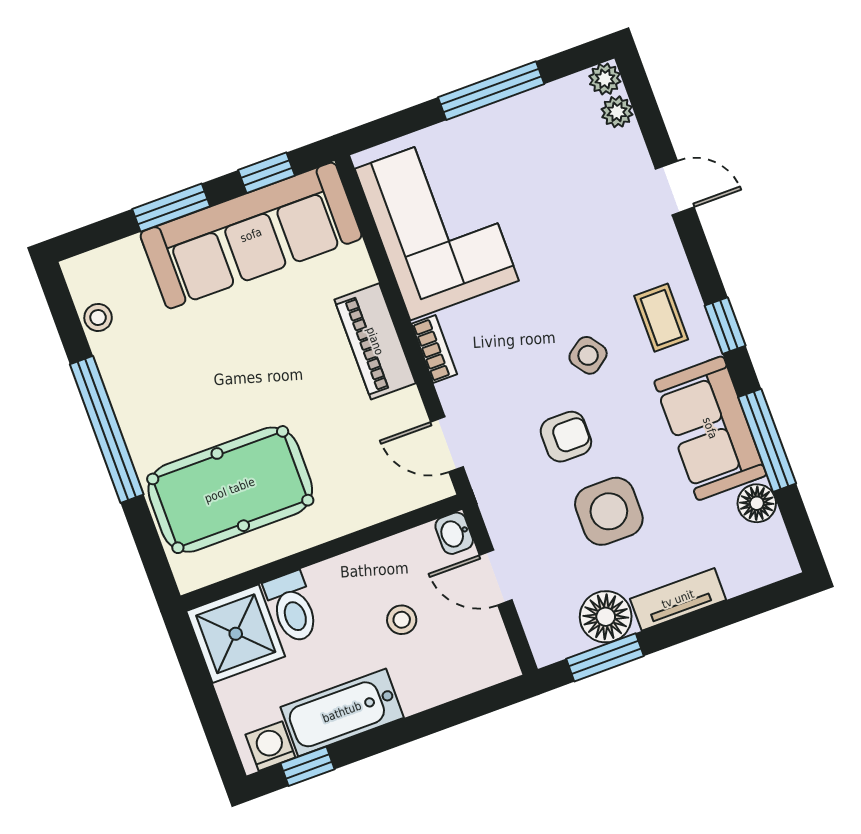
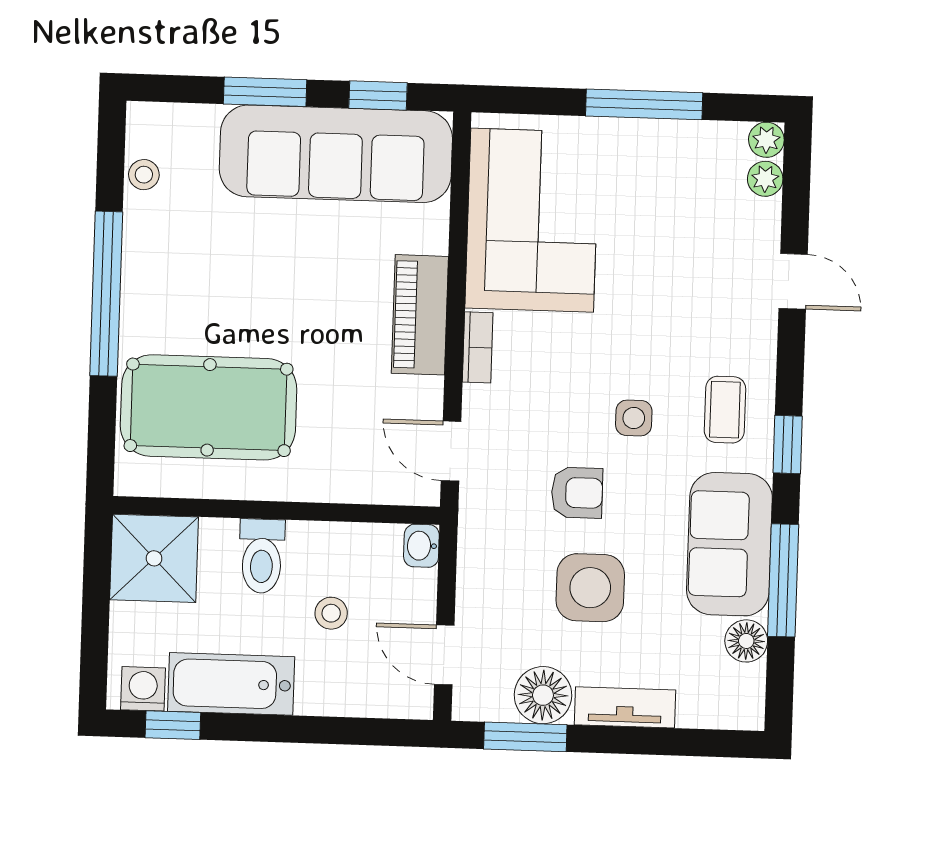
side table: (588, 355) -> (634, 418), turned 36
door: (496, 578) -> (444, 655), moved
toilet: (292, 607) -> (262, 556), moved

